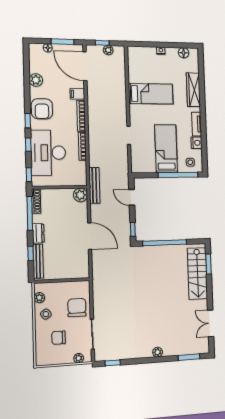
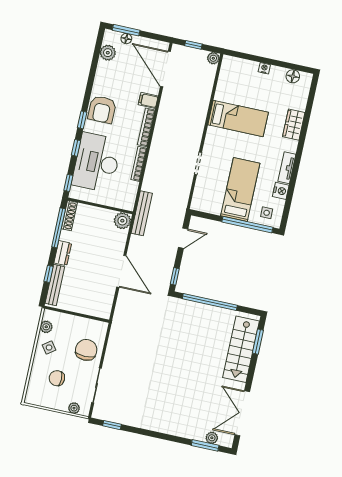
window: (63, 42) -> (126, 30), moved
plant: (108, 50) -> (213, 58), moved
plant: (36, 80) -> (108, 53), moved
wardrobe: (193, 90) -> (294, 125), width x0.67
door: (132, 197) -> (183, 238), swing flipped
double door: (211, 323) -> (242, 413), width x1.37
plant: (158, 352) -> (212, 438), moved

